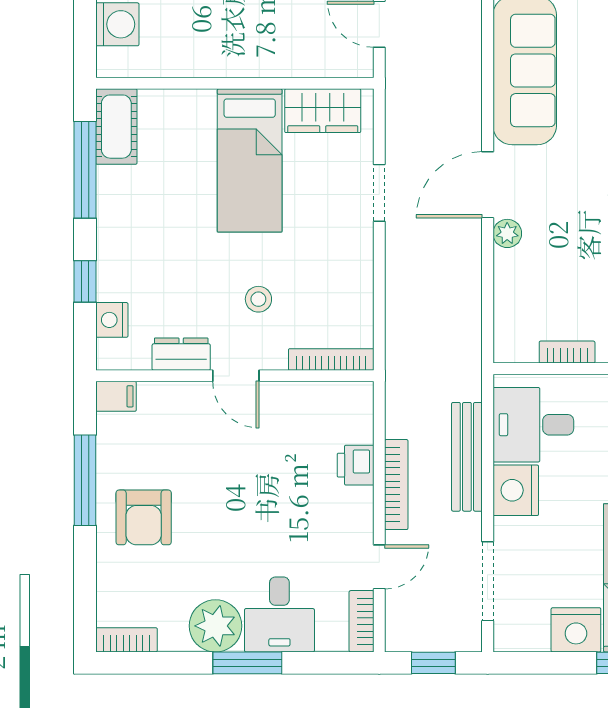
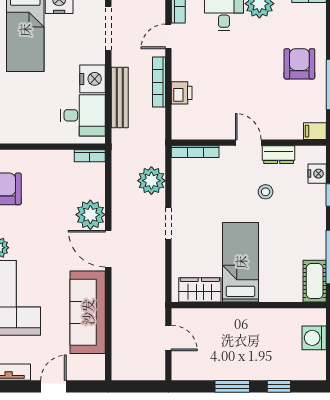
door: (488, 185) -> (108, 249), swing flipped
doorway: (379, 193) -> (168, 224), moved
plant: (507, 233) -> (90, 215), width x1.88, depth x1.88
stool: (258, 299) -> (266, 192), moved
plant: (410, 307) -> (151, 181), added
bookcase: (567, 352) -> (90, 156), moved

